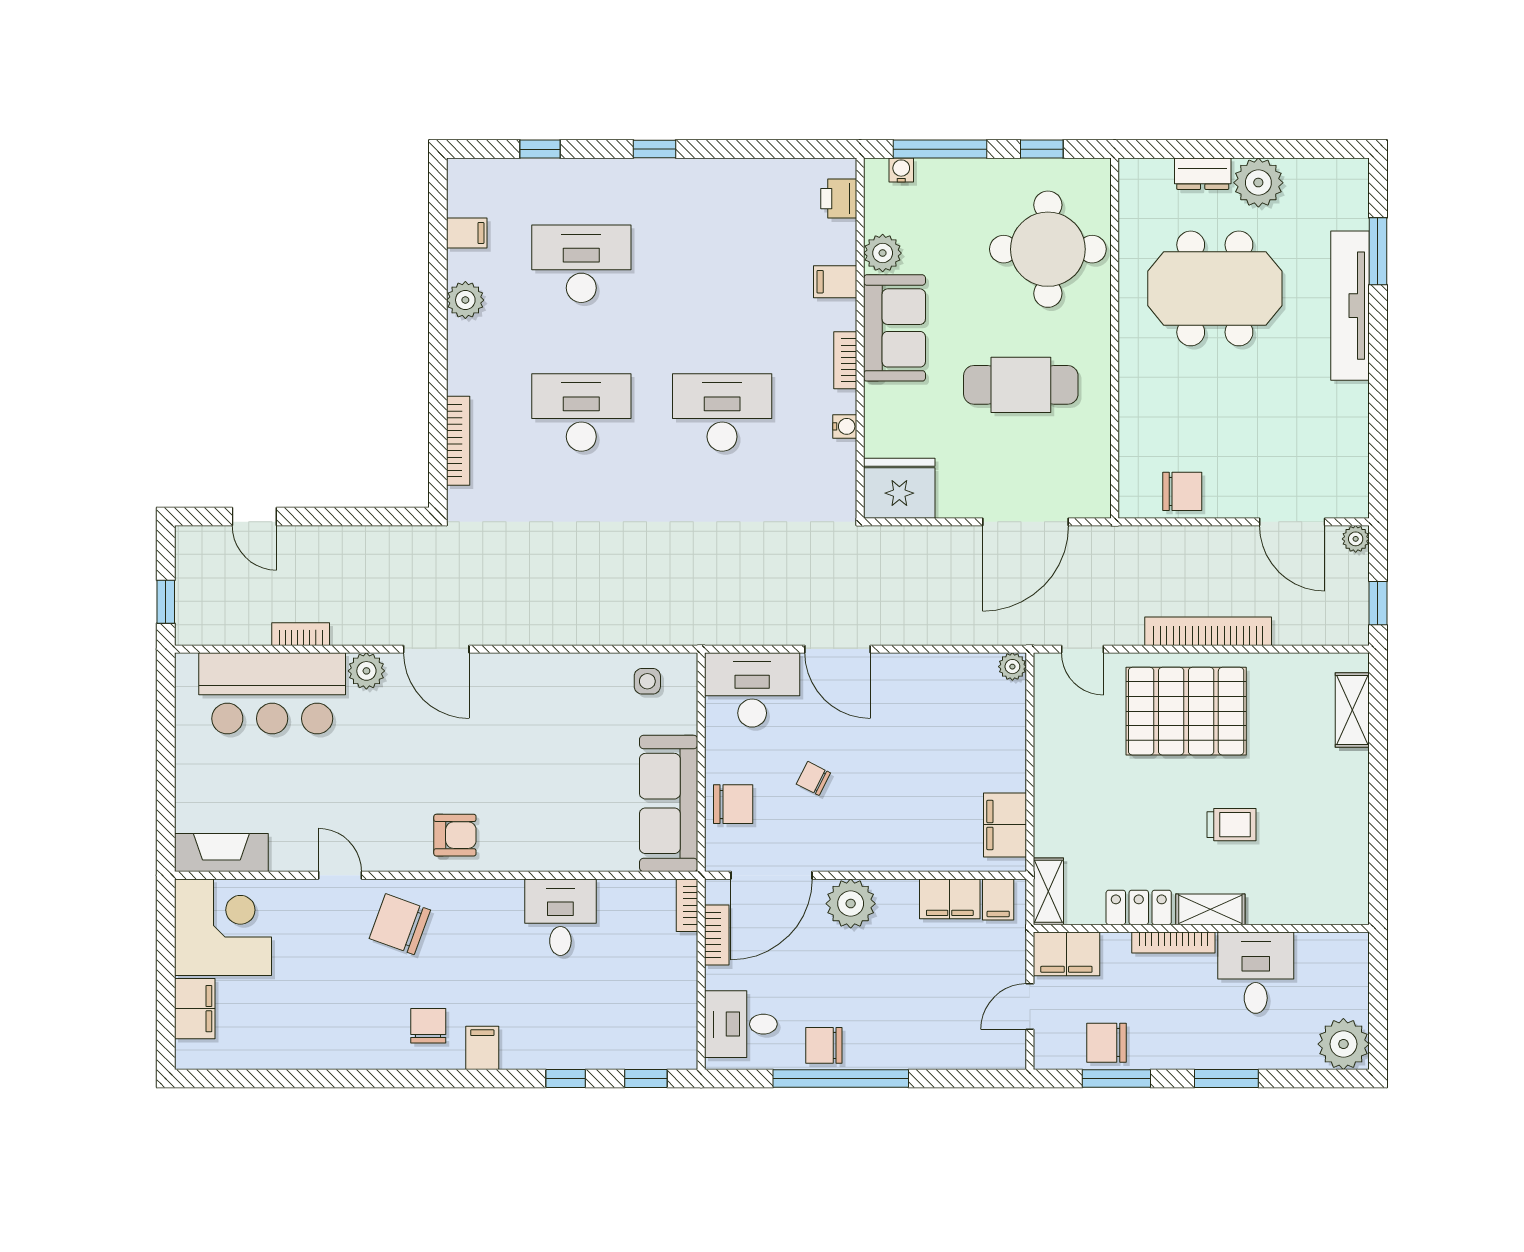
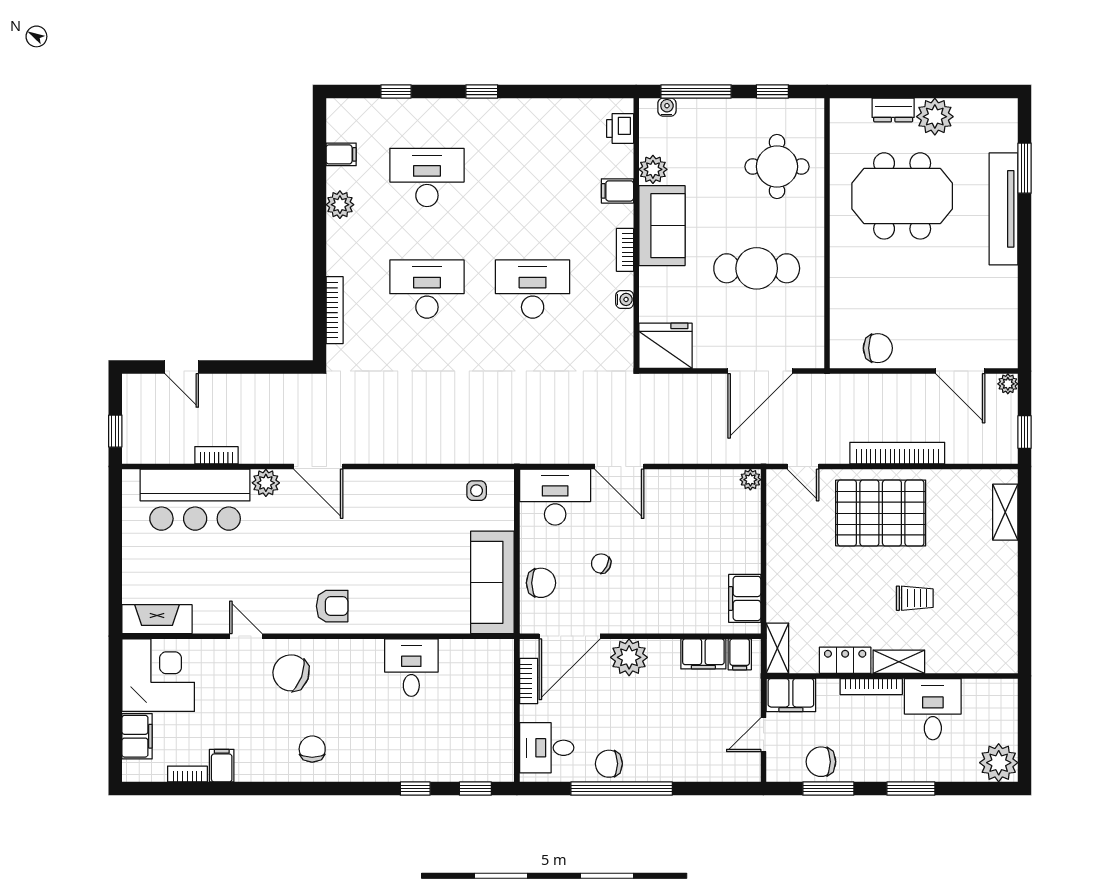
round table: (1048, 249) -> (777, 167), width x0.73, depth x0.73
bookcase: (687, 905) -> (187, 774), moved, turned 90
filing cabinet: (482, 1048) -> (222, 766), moved

